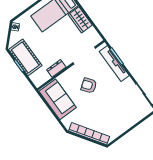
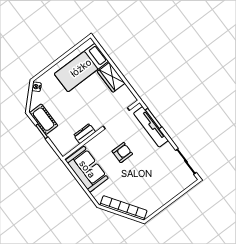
cot: (25, 58) -> (44, 119), width x0.73, depth x0.75
armchair: (89, 85) -> (122, 153), turned 127

